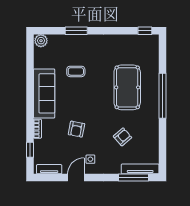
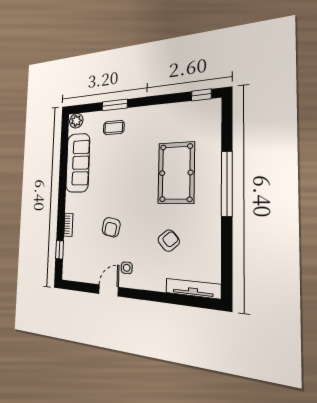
coffee table: (76, 71) -> (114, 128), moved
sofa: (44, 93) -> (78, 163), moved
tv unit: (49, 169) -> (79, 276), removed
window: (133, 178) -> (183, 300), removed

